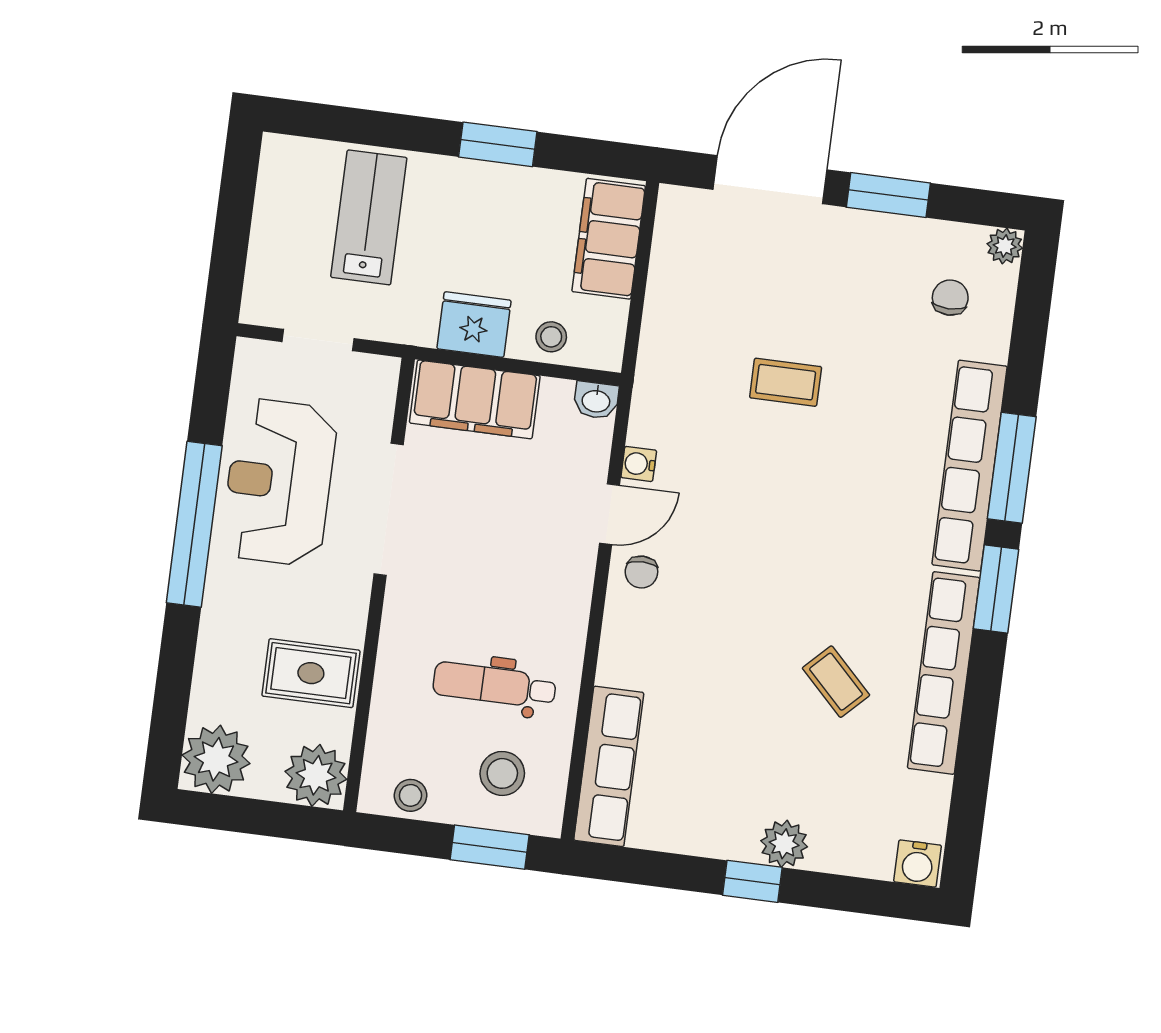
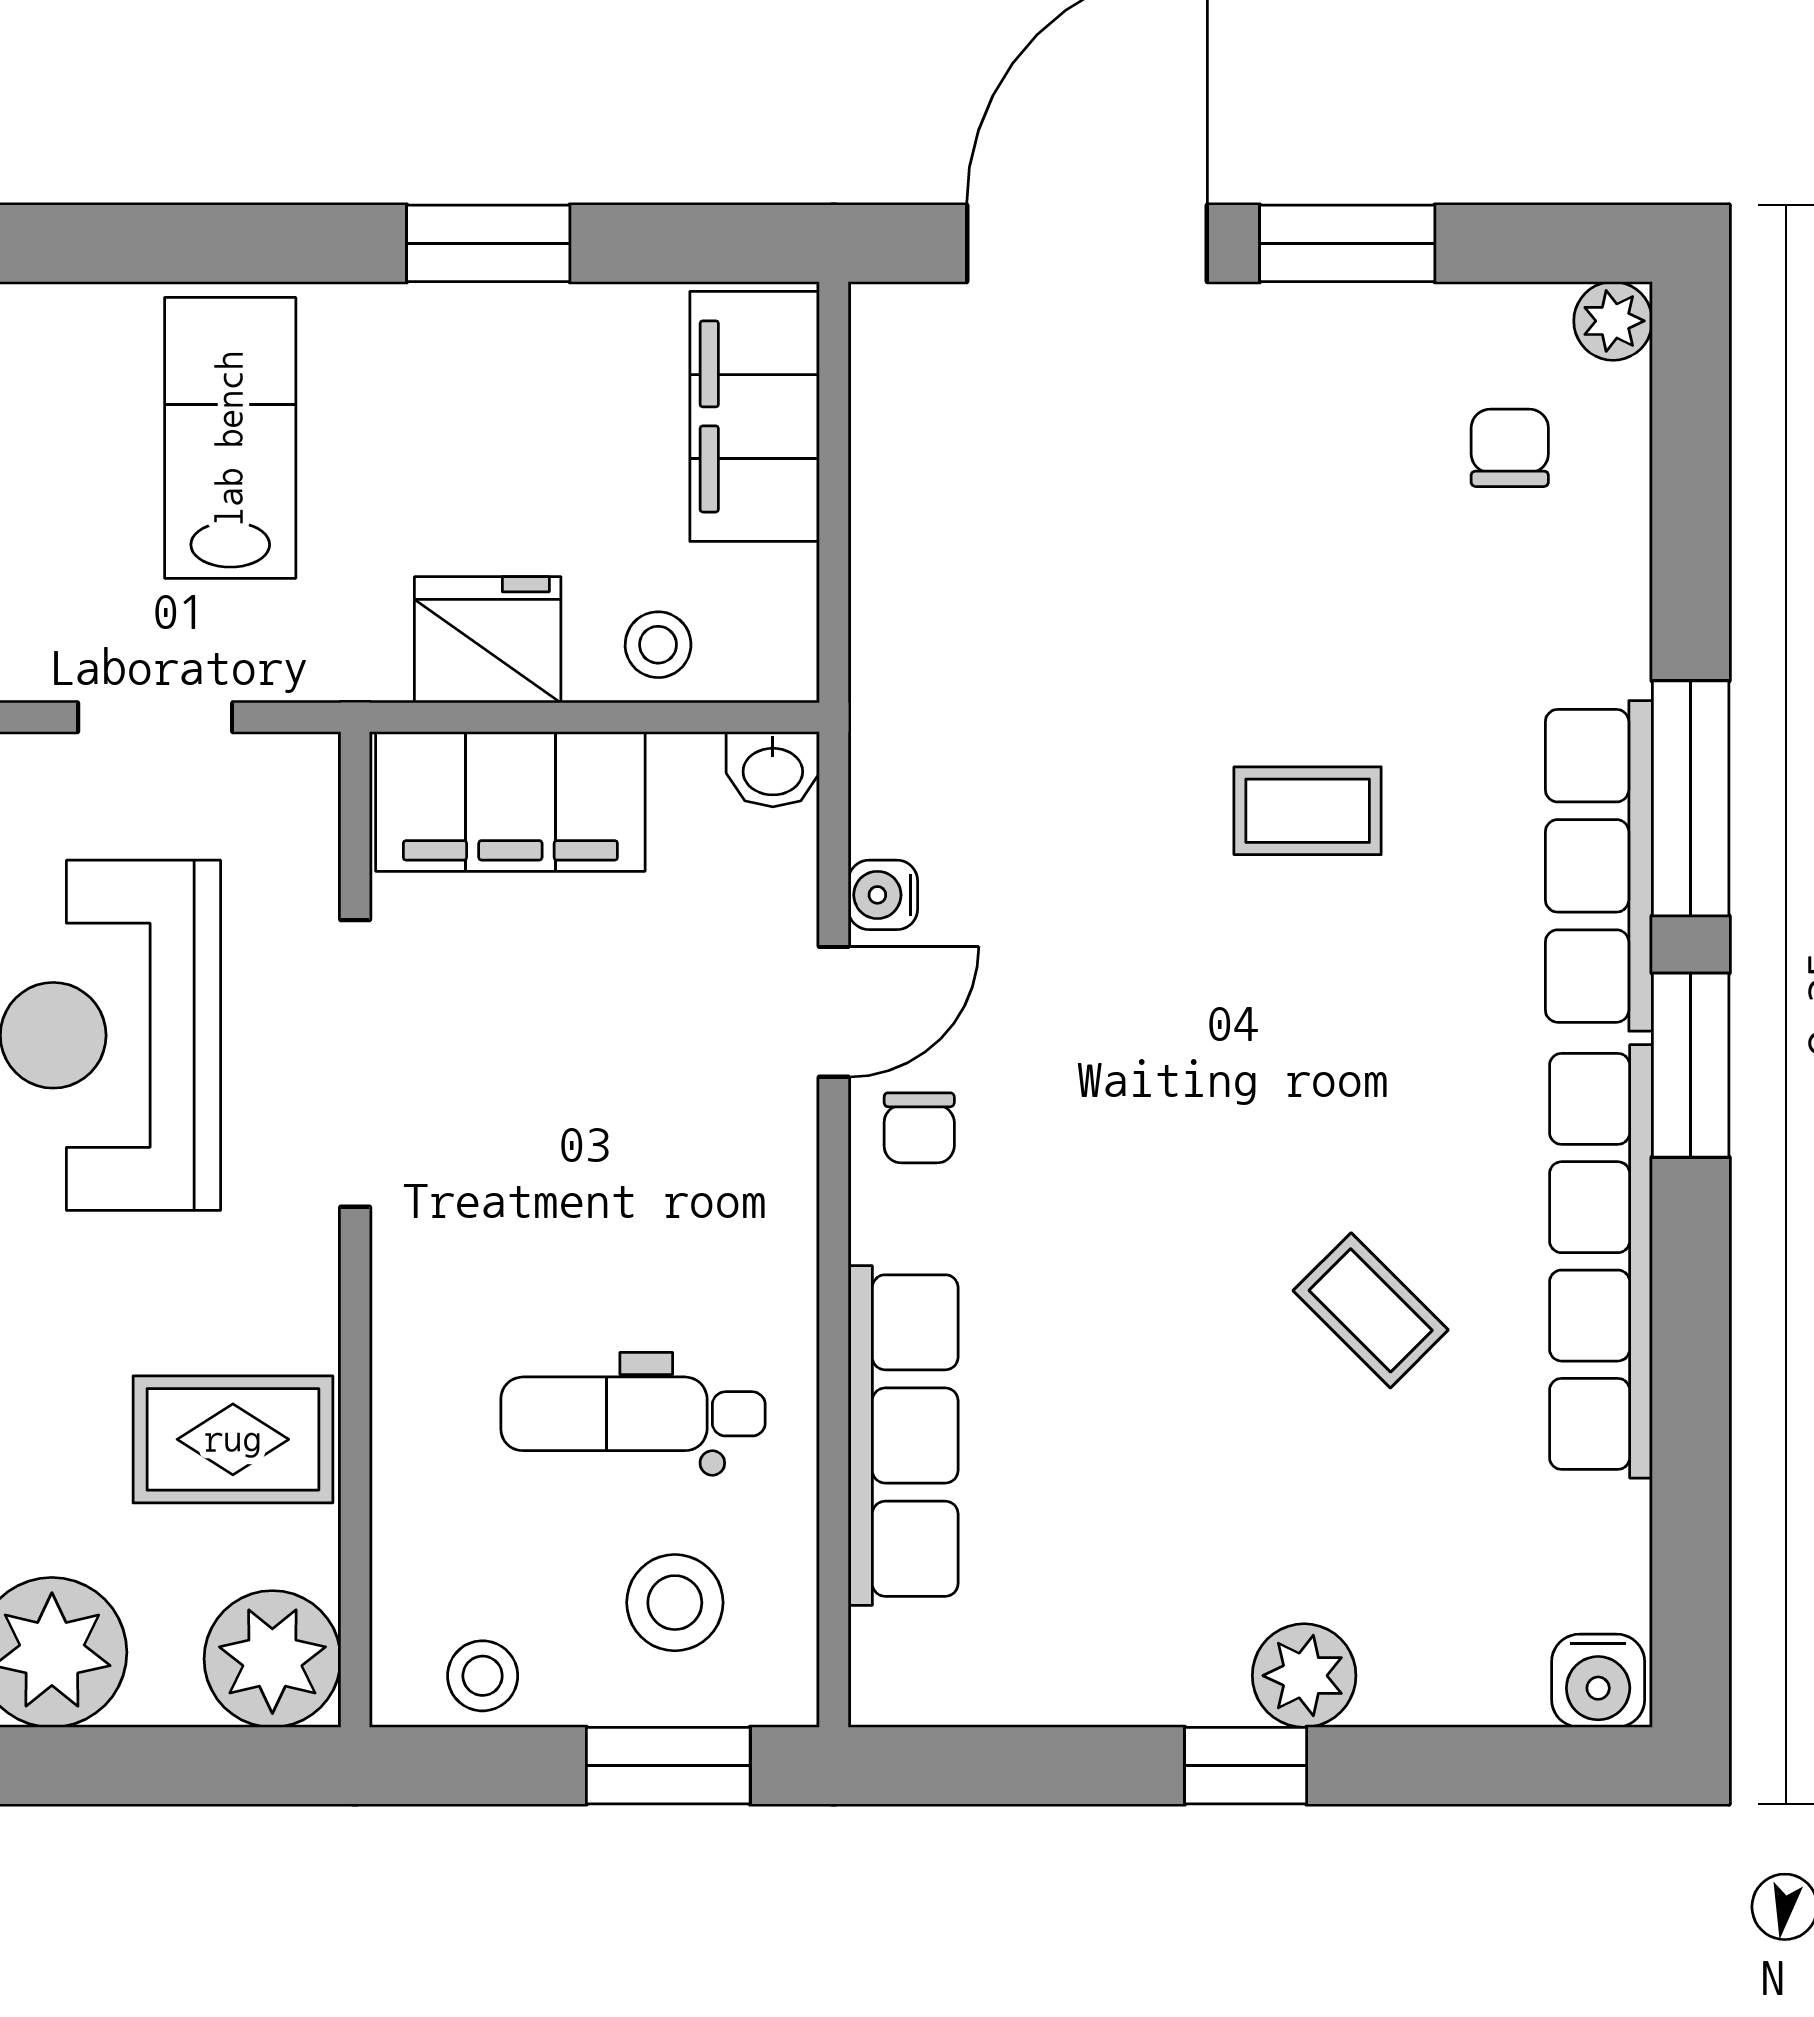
coffee table: (786, 382) -> (1308, 811), moved
row of seats: (970, 466) -> (1599, 866), width x0.73
row of seats: (609, 766) -> (903, 1436), moved

